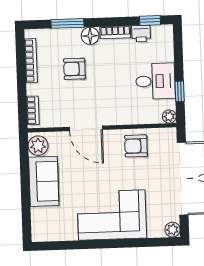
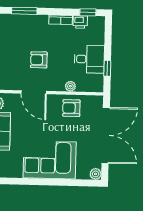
floor lamp: (90, 36) -> (41, 21), removed
armchair: (74, 69) -> (39, 60), moved
plant: (169, 117) -> (70, 86), moved

